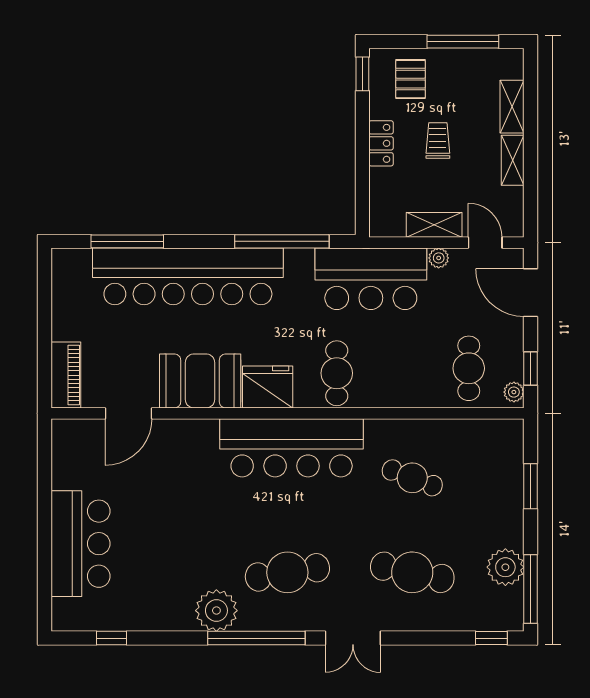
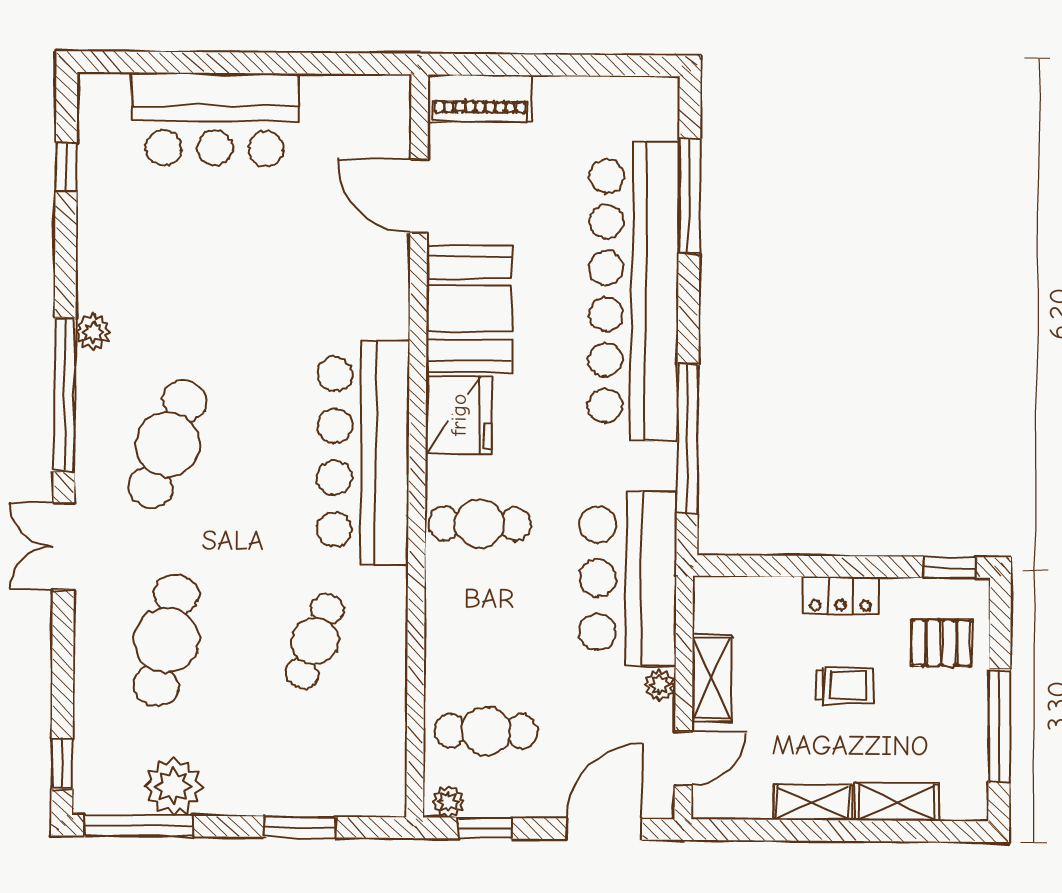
cafe table: (287, 572) -> (168, 444), turned 30
plant: (216, 611) -> (93, 332), width x0.53, depth x0.53

